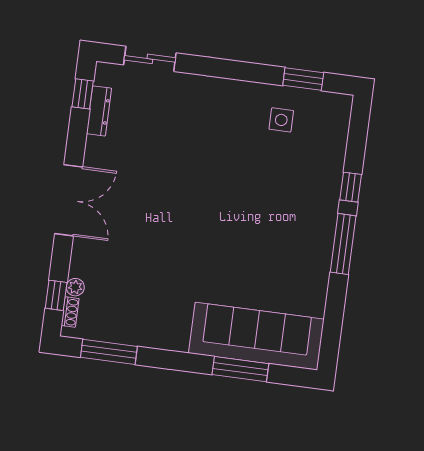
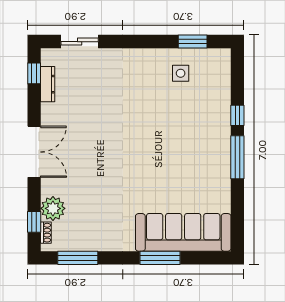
plant: (75, 287) -> (53, 208), width x1.88, depth x1.88
window: (240, 369) -> (160, 258), moved

